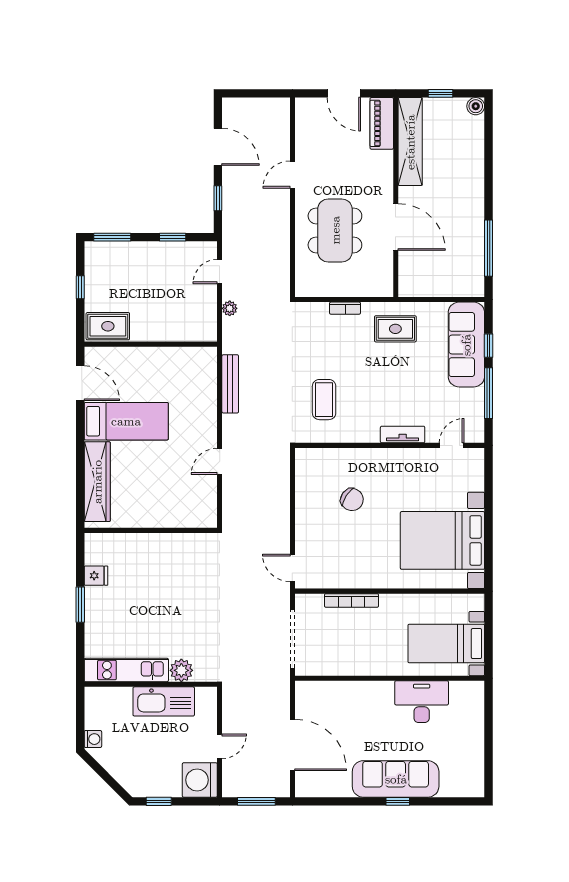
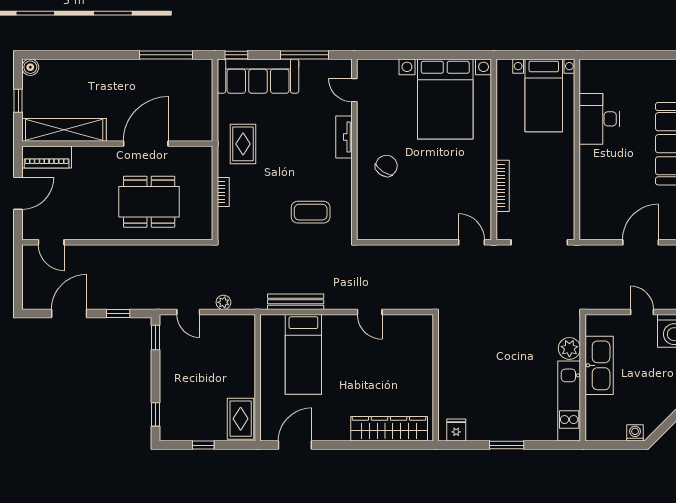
door: (292, 175) -> (51, 242), moved
window: (112, 237) -> (155, 414), width x0.67
window: (173, 237) -> (155, 337), moved
window: (488, 346) -> (236, 55), moved
bed: (126, 421) -> (303, 354), moved, turned 180
chair: (352, 500) -> (386, 166), moved
door: (292, 568) -> (471, 242), swing flipped
fridge: (96, 576) -> (456, 430), moved
door: (292, 745) -> (641, 242), width x0.73

